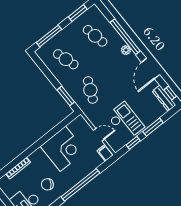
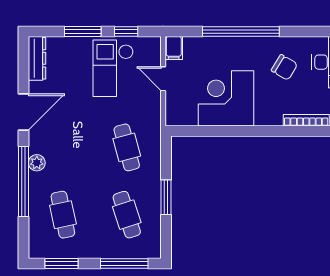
cafe table: (90, 90) -> (127, 147), turned -39
window: (170, 93) -> (24, 58), removed
window: (66, 96) -> (166, 197), moved

